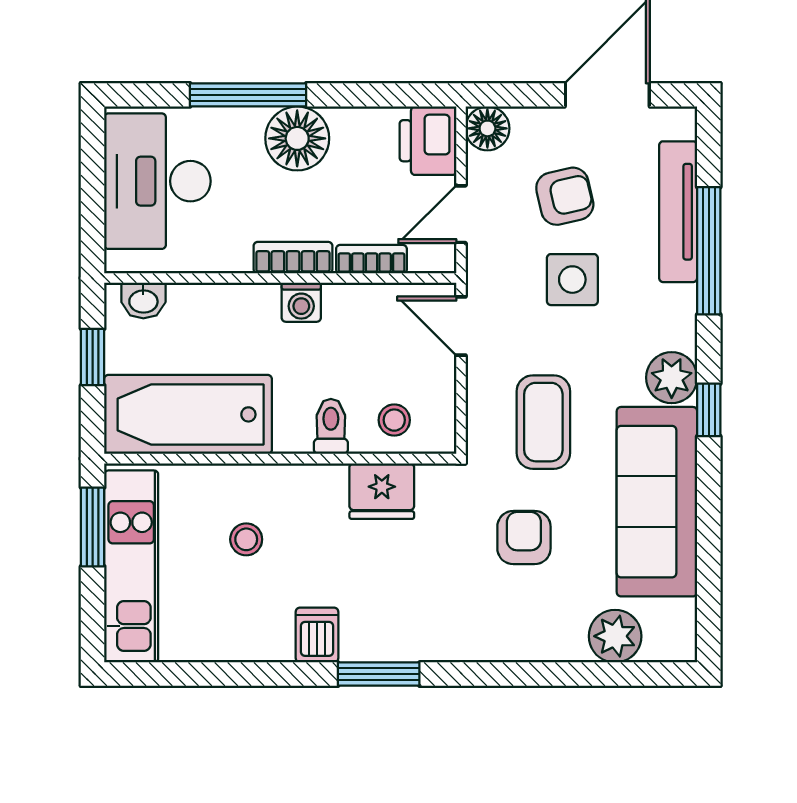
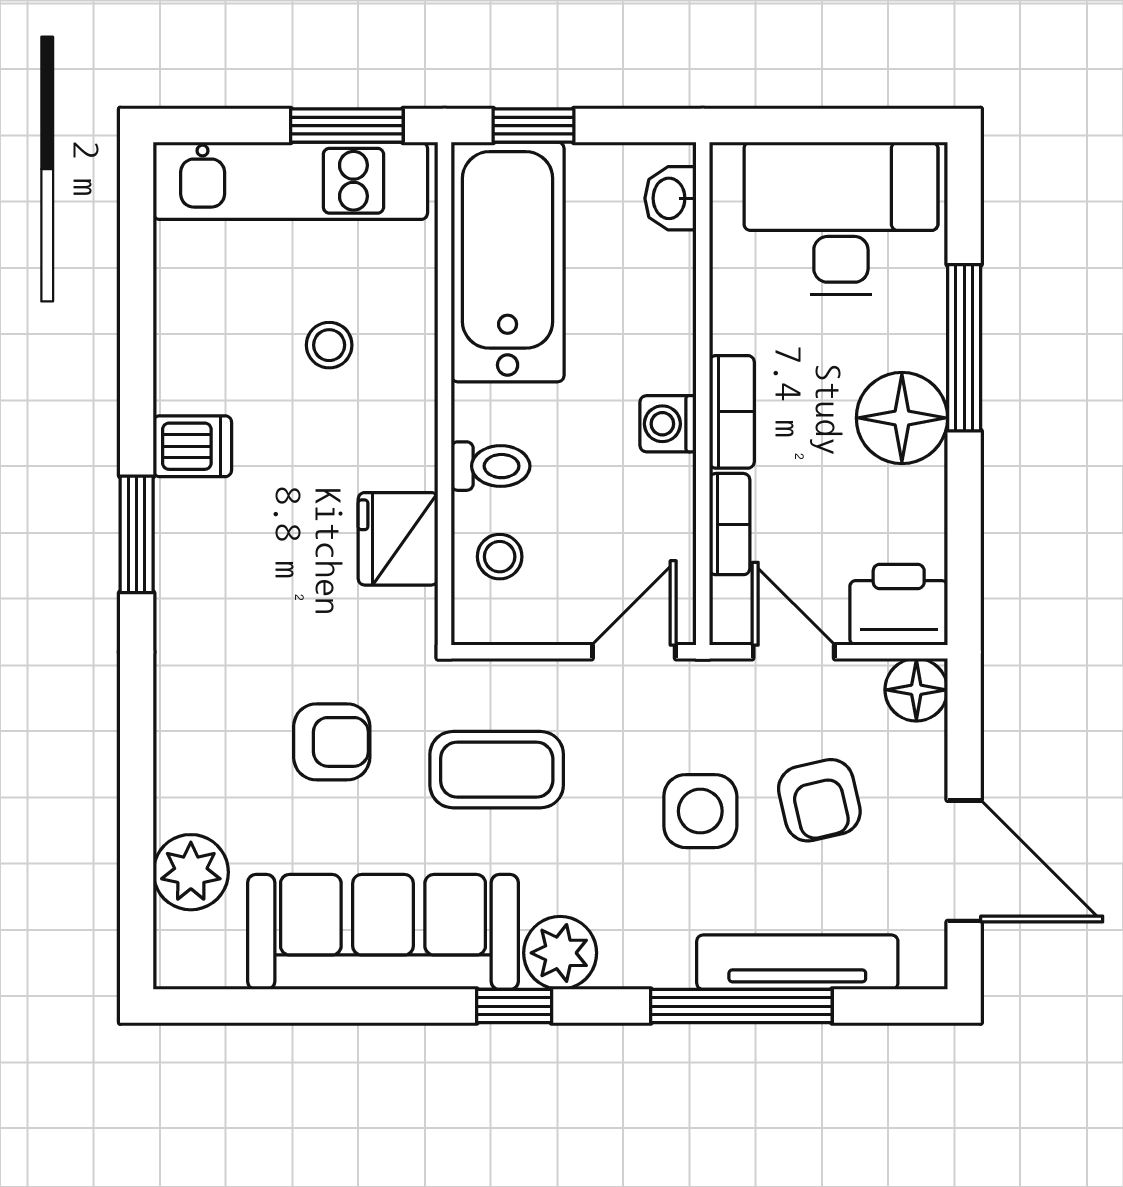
window: (93, 357) -> (533, 126), moved

